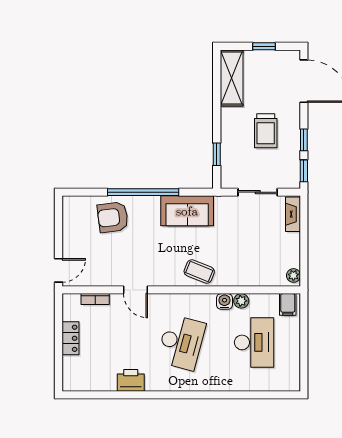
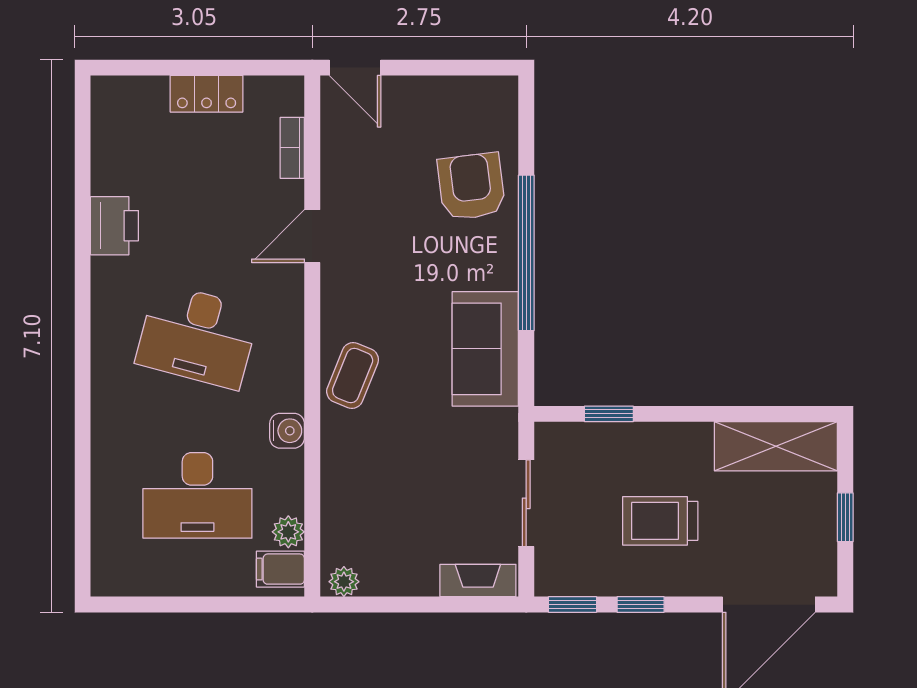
plant: (241, 301) -> (288, 532), moved

